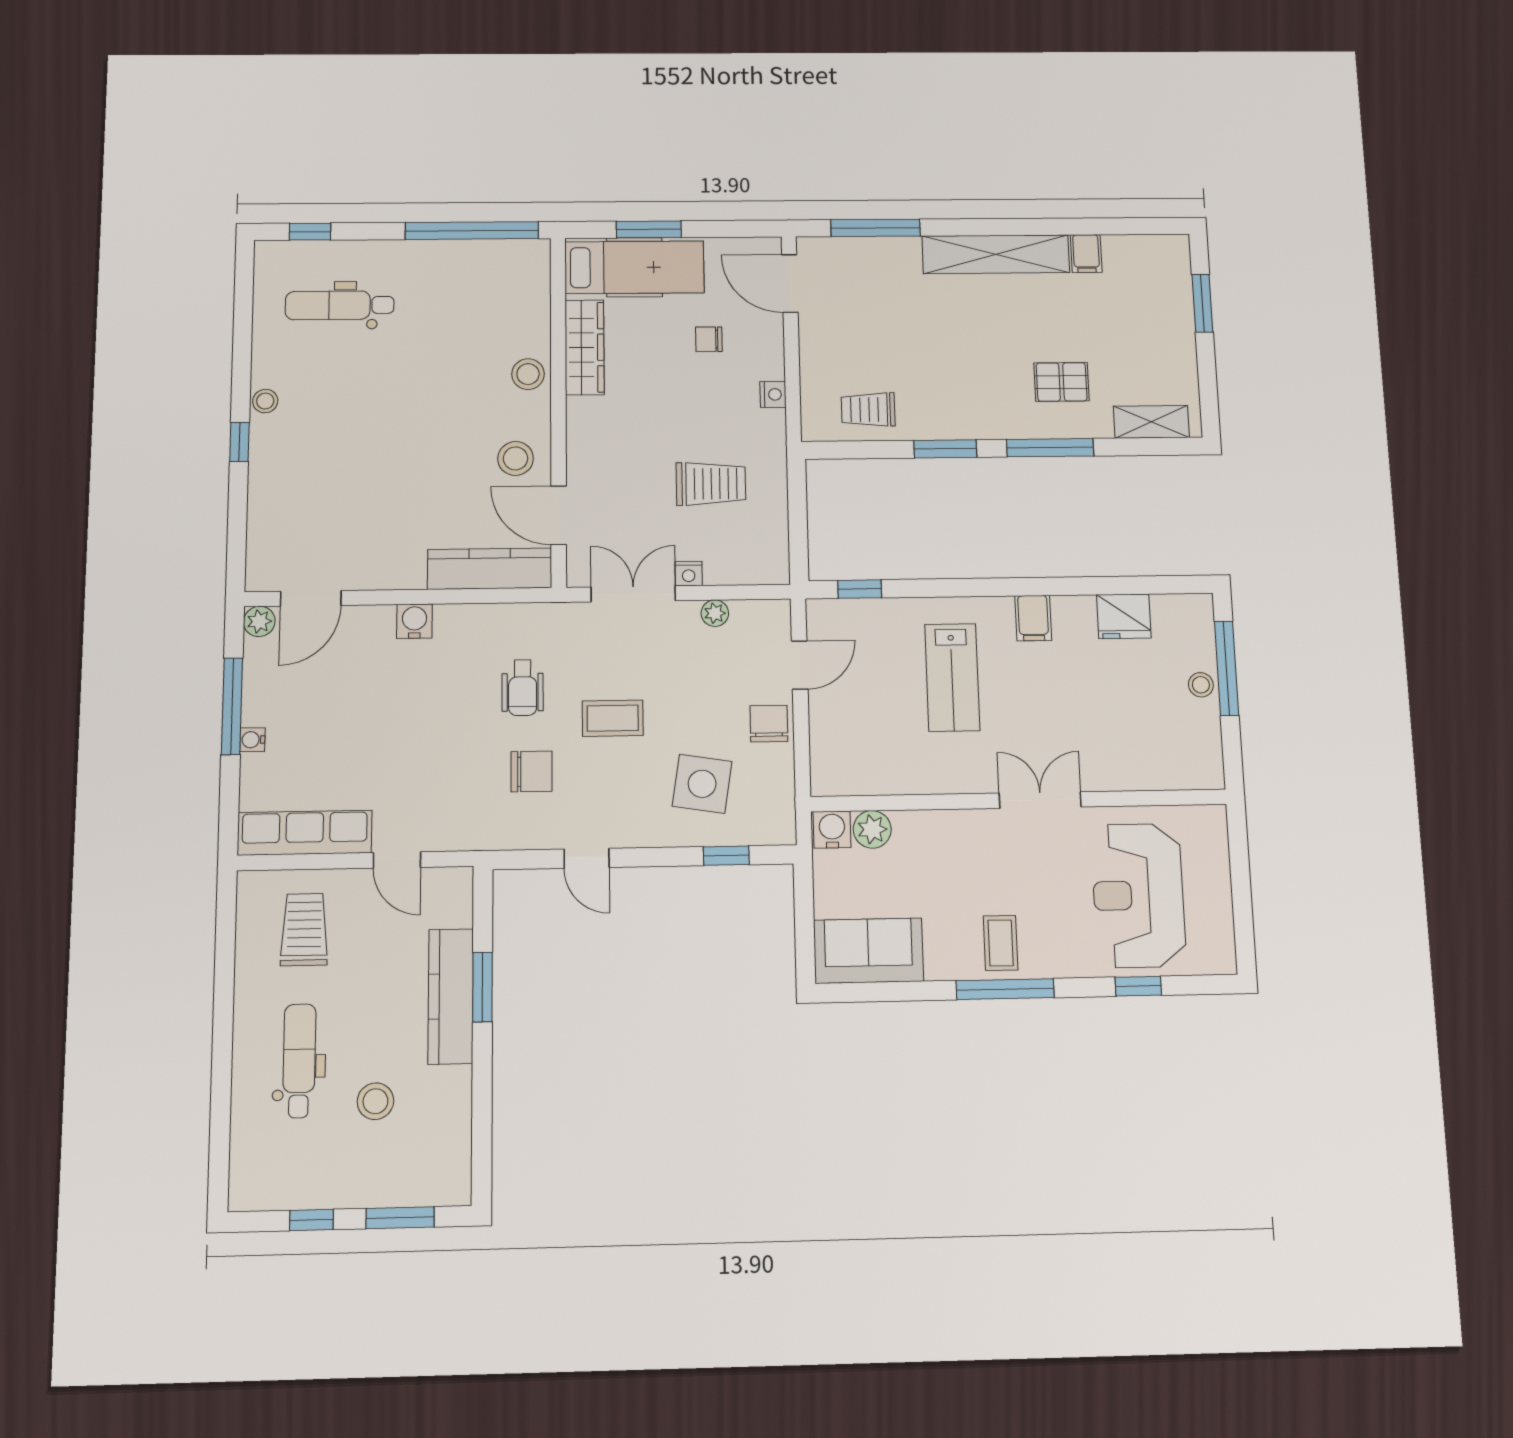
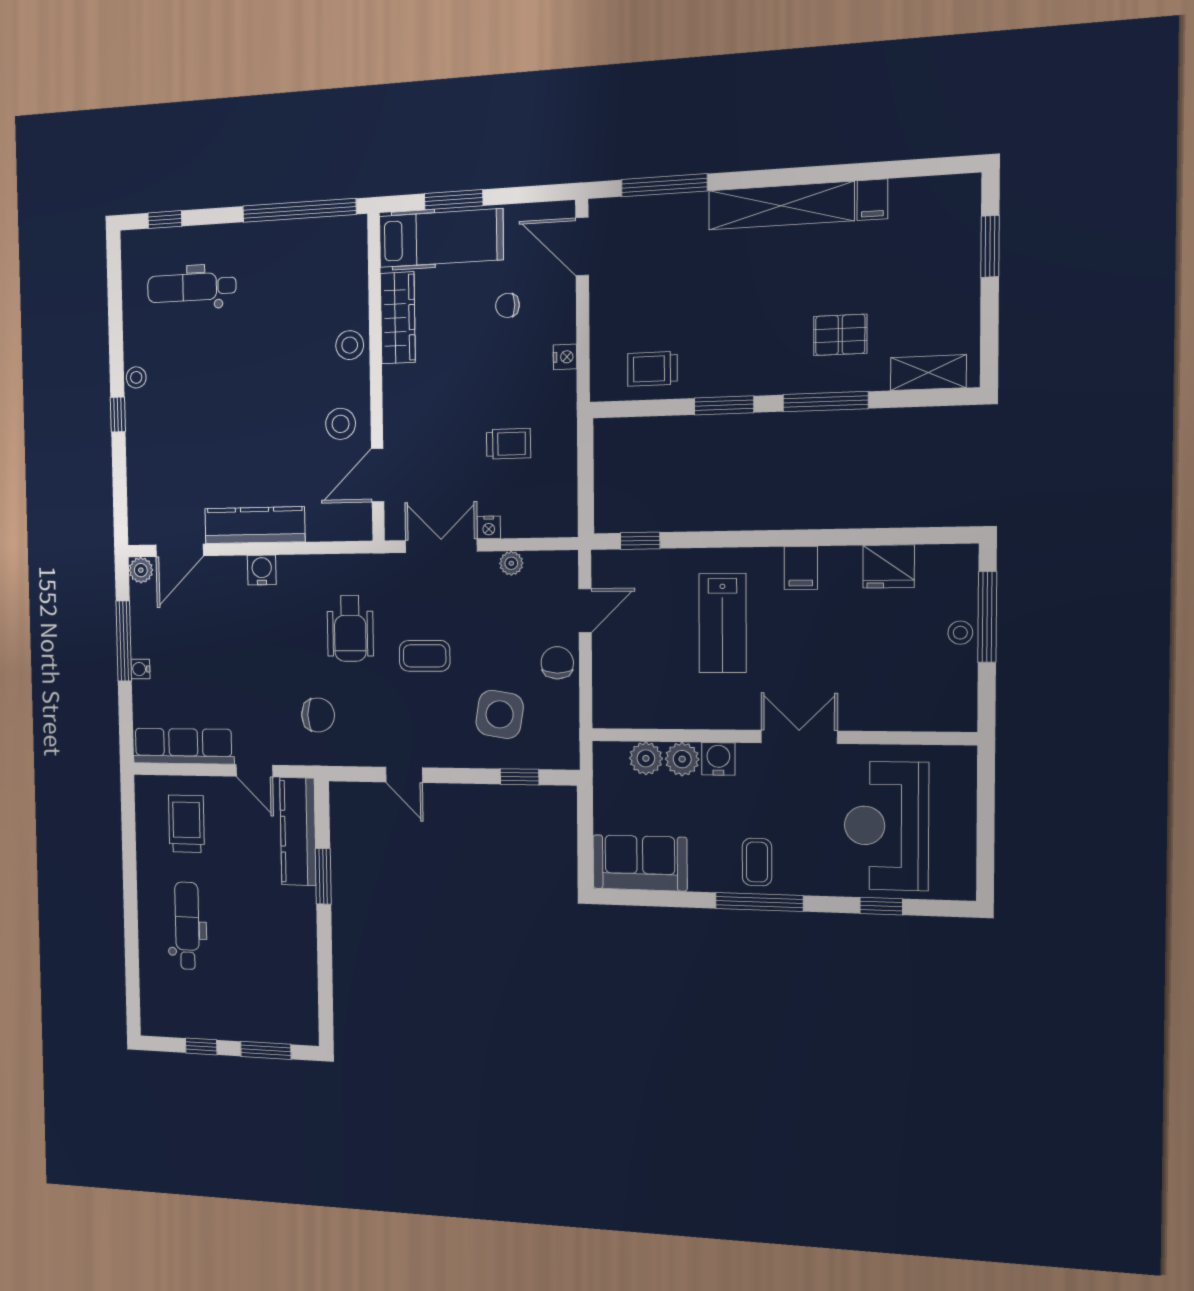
trolley: (711, 484) -> (509, 444), width x0.73, depth x0.72
door: (559, 515) -> (378, 475), hinge flipped
kitchen counter: (490, 569) -> (255, 525), moved
wheelchair: (523, 688) -> (350, 628), width x1.36, depth x1.37
chair: (531, 771) -> (318, 715), moved
plant: (913, 829) -> (682, 759), added
water cooler: (832, 830) -> (718, 759), moved
kitchen counter: (451, 996) -> (298, 832), moved
stool: (375, 1101) -> (245, 961), removed

